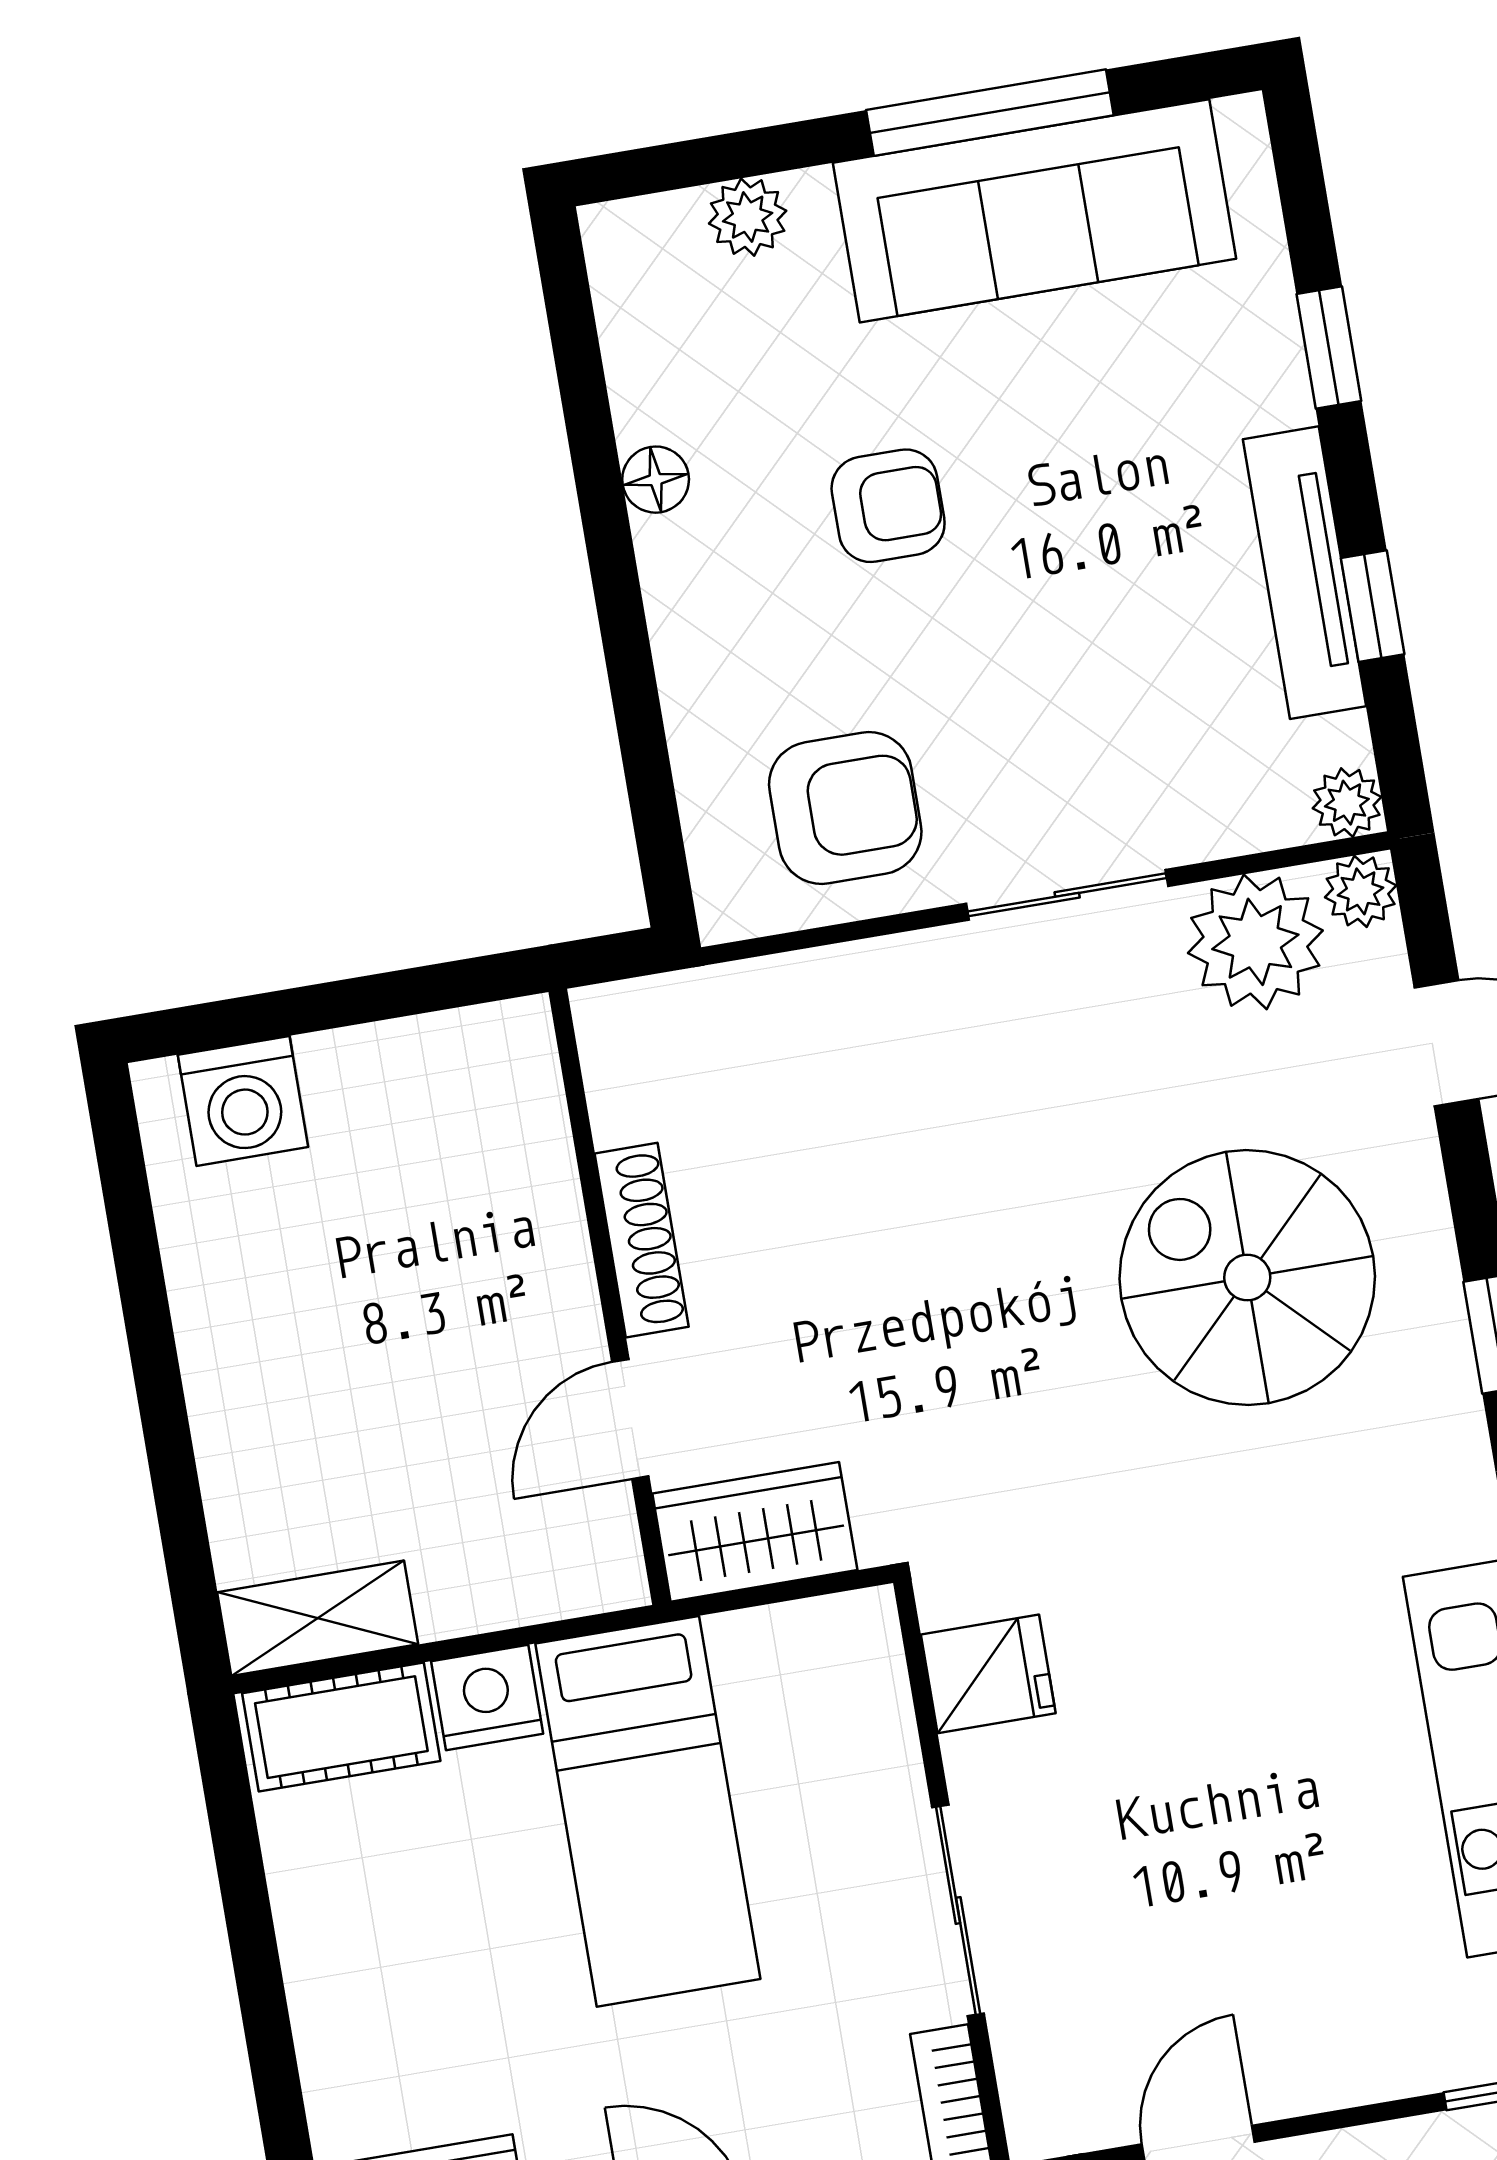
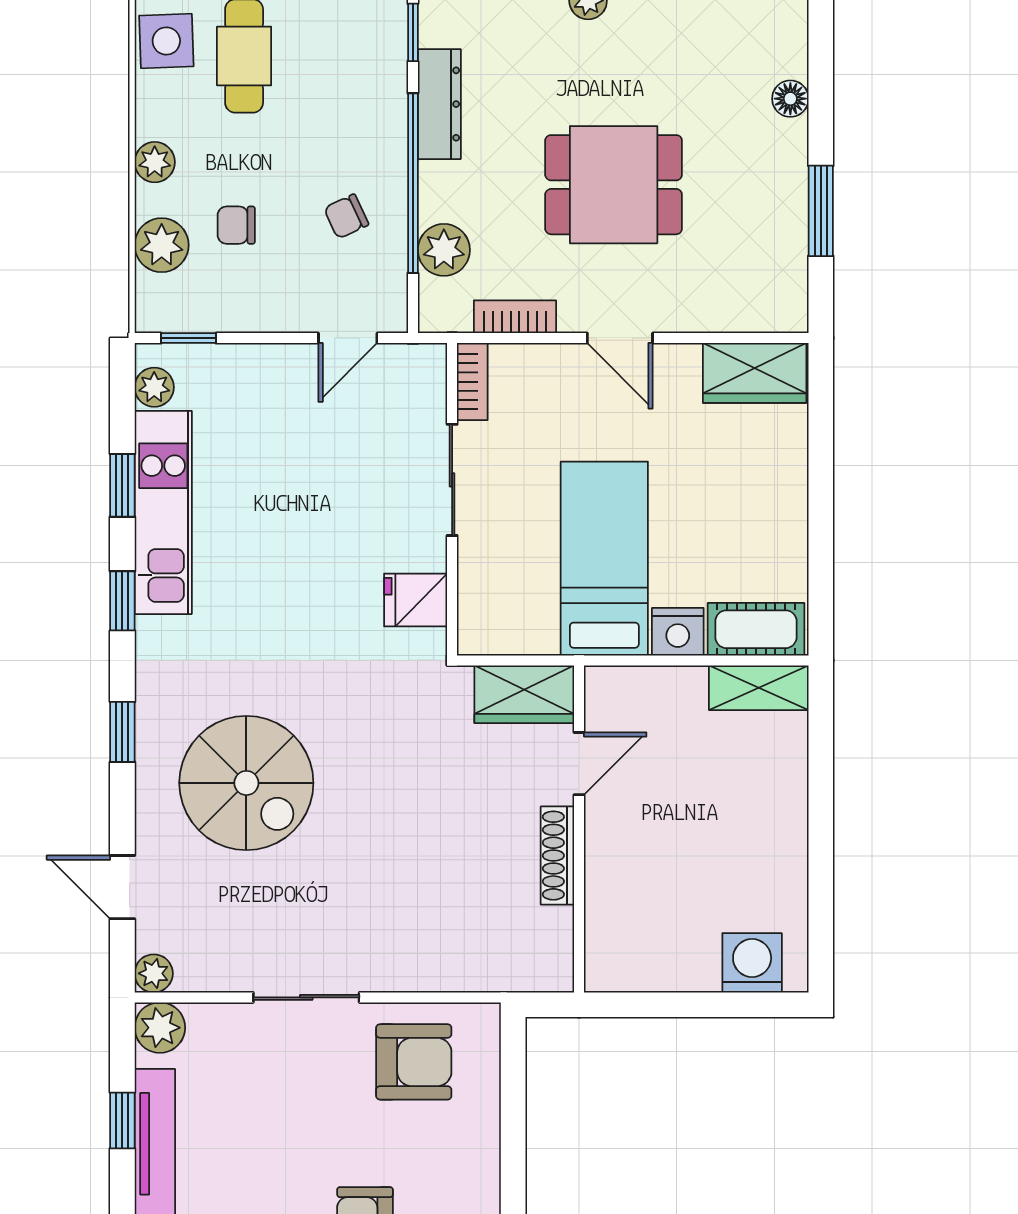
plant: (1347, 803) -> (160, 1028), width x1.38, depth x1.38
armchair: (845, 808) -> (414, 1062), turned 180
plant: (1255, 942) -> (213, 957), removed

